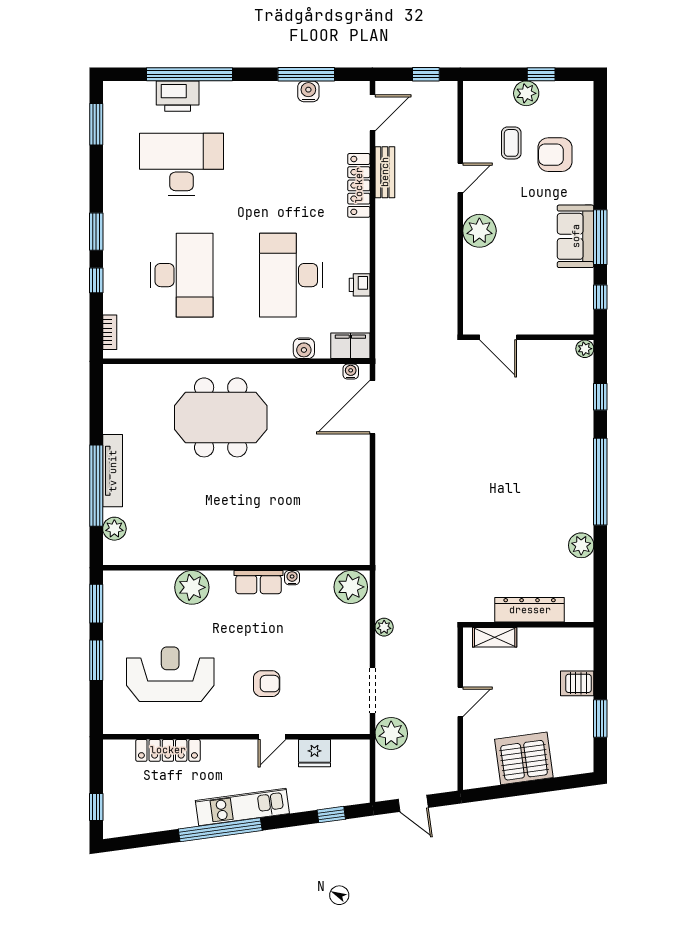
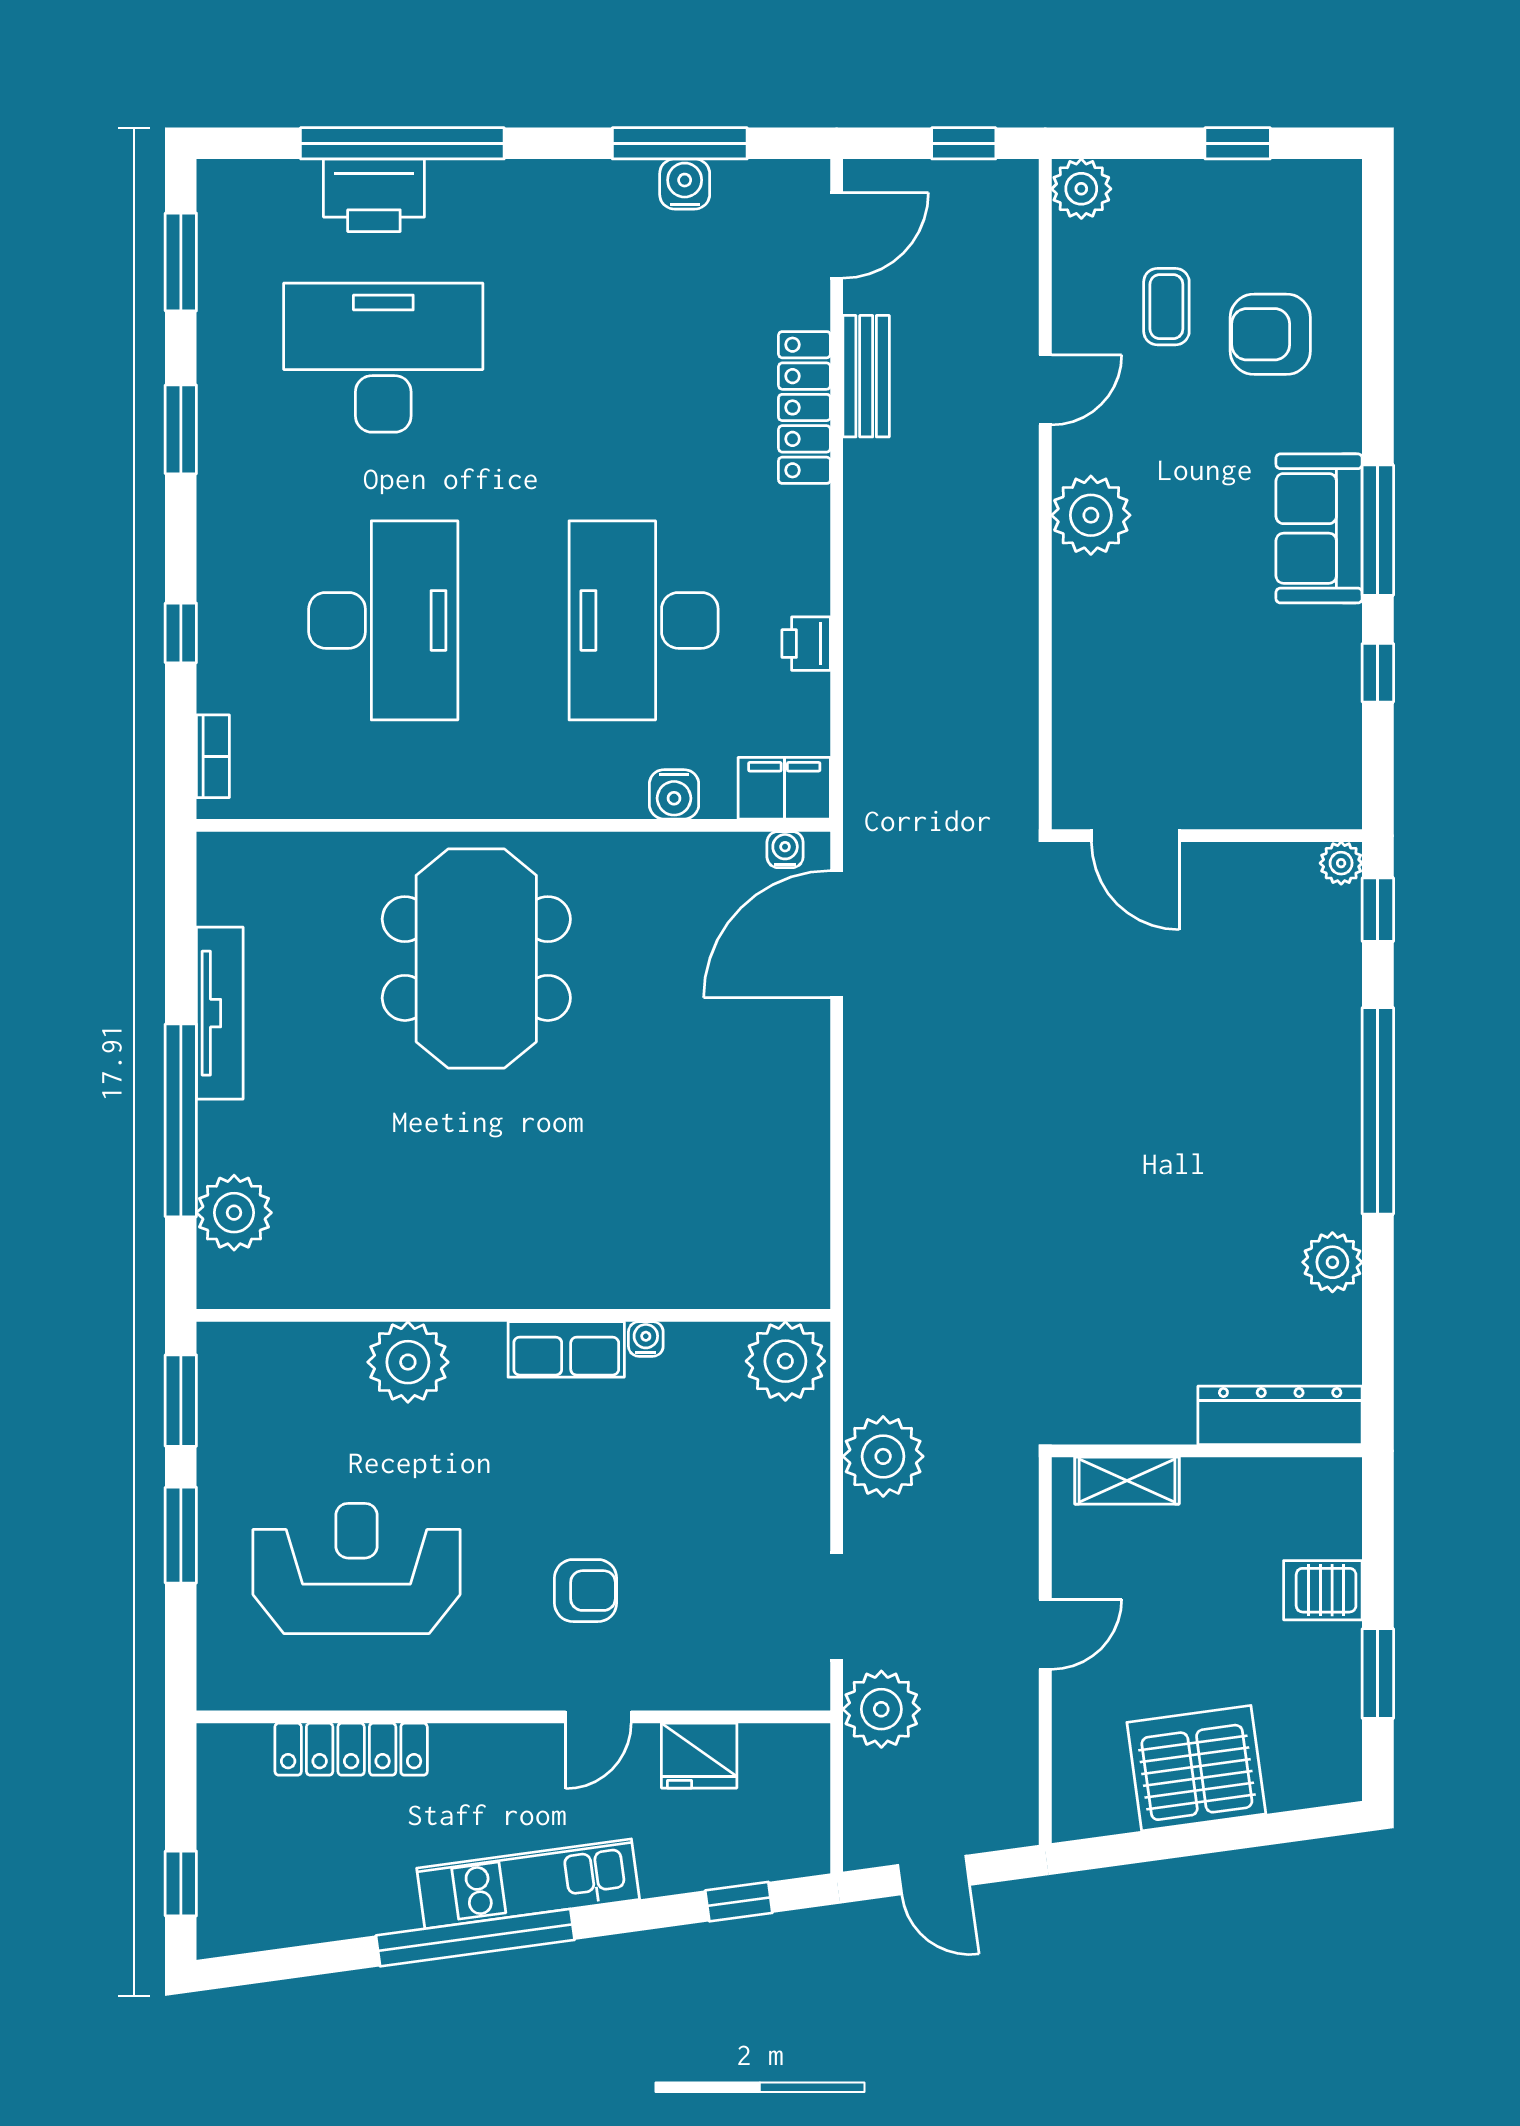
plant: (526, 93) -> (1081, 189), moved
window: (96, 232) -> (181, 429), moved
door: (498, 337) -> (1135, 836), moved
wall: (528, 337) -> (1207, 836), moved
plant: (585, 349) -> (1341, 863), moved
meeting table: (221, 417) -> (476, 959), turned 90
tv unit: (113, 471) -> (220, 1013), moved
plant: (114, 529) -> (234, 1213), width x1.36, depth x1.36
dresser: (530, 610) -> (1280, 1415), moved
plant: (384, 627) -> (883, 1456), width x1.87, depth x1.87

